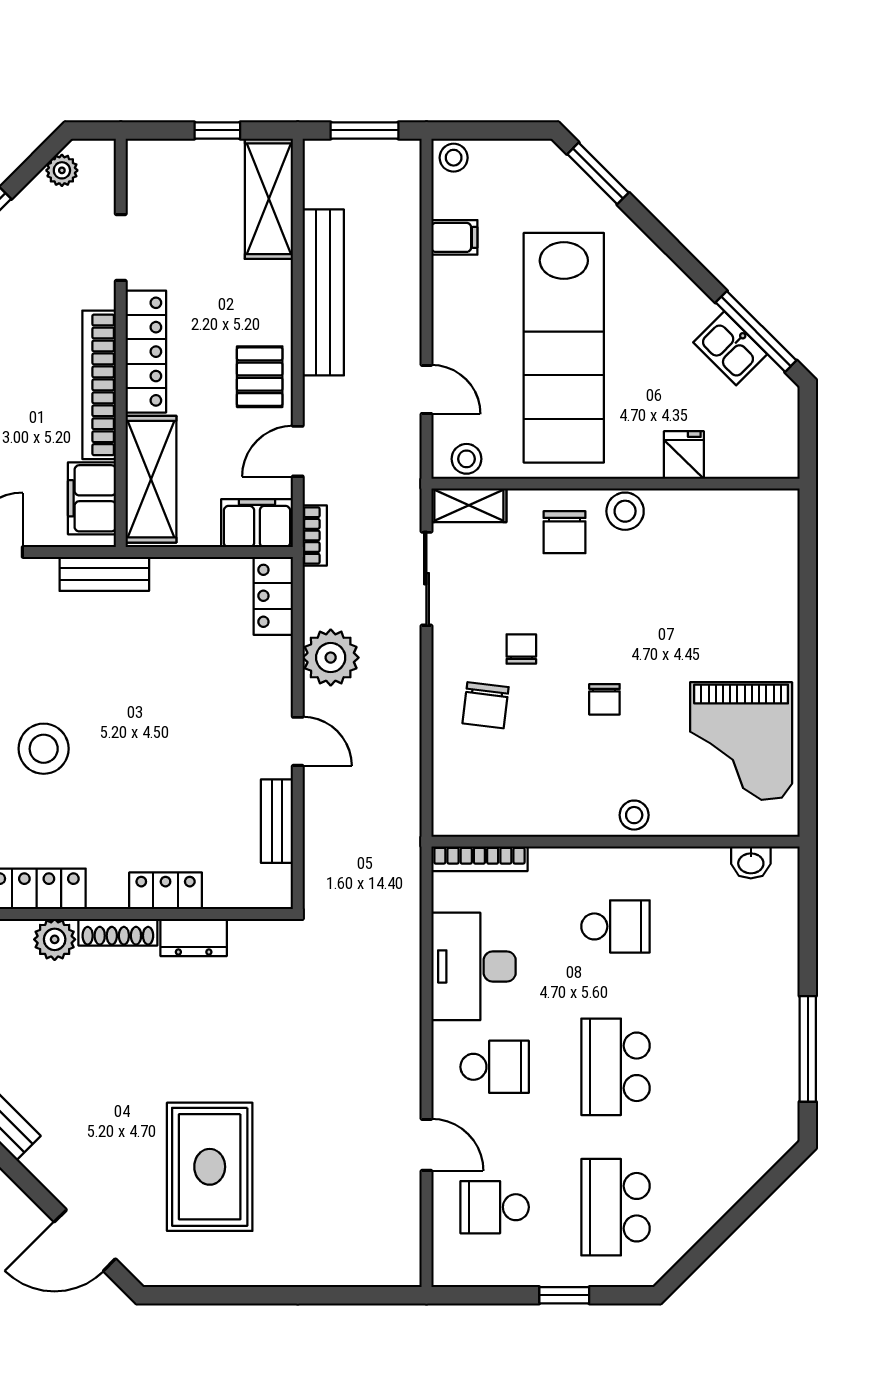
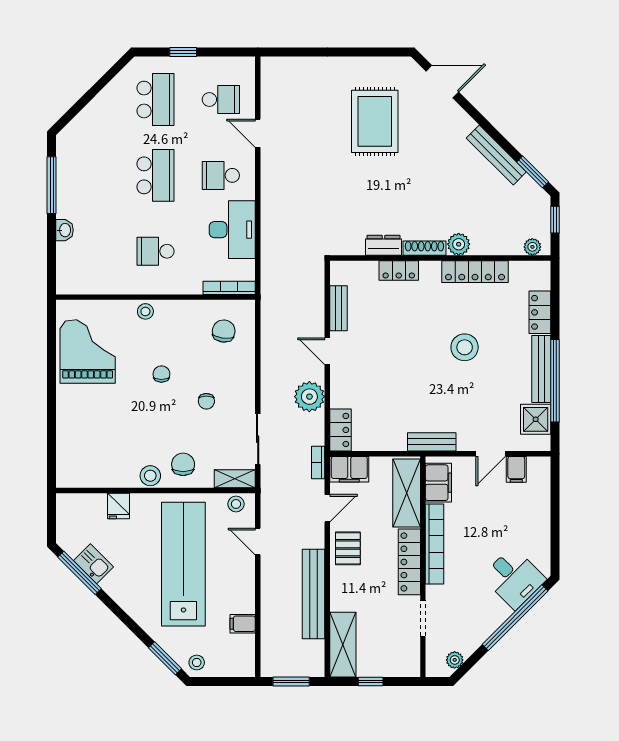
stool: (454, 158) -> (197, 662), moved
chair: (486, 705) -> (224, 331), moved
washbasin: (751, 862) -> (65, 230), moved, turned 90

